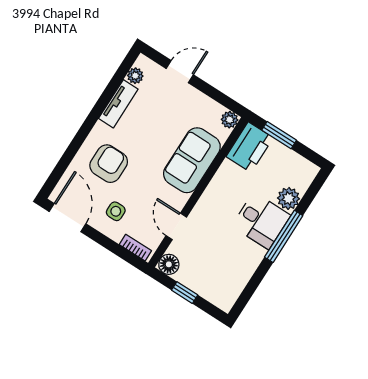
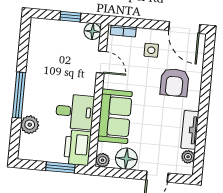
floor lamp: (203, 108) -> (126, 159), added
desk: (261, 221) -> (75, 112), moved, turned 180

